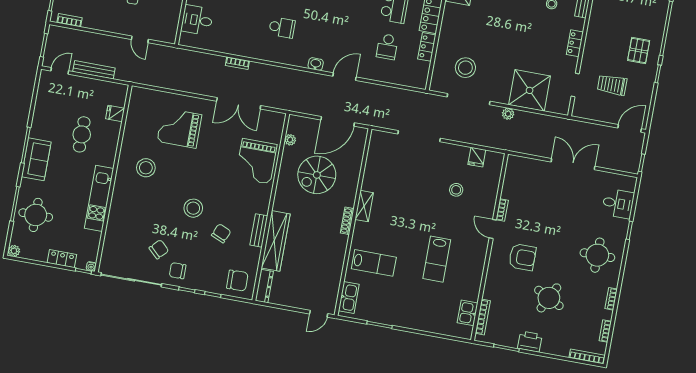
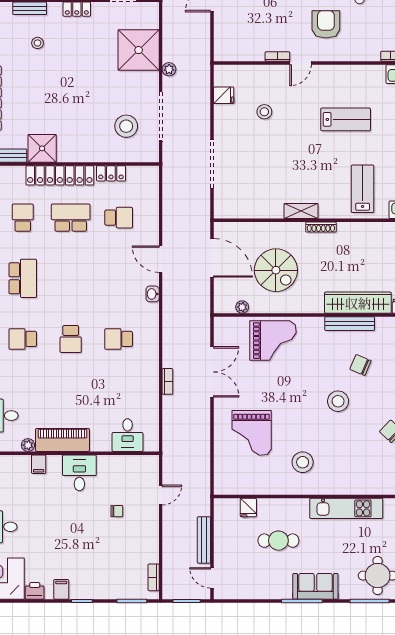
school desk: (282, 28) -> (119, 339), turned -90
bench: (259, 230) -> (350, 324), width x1.36

